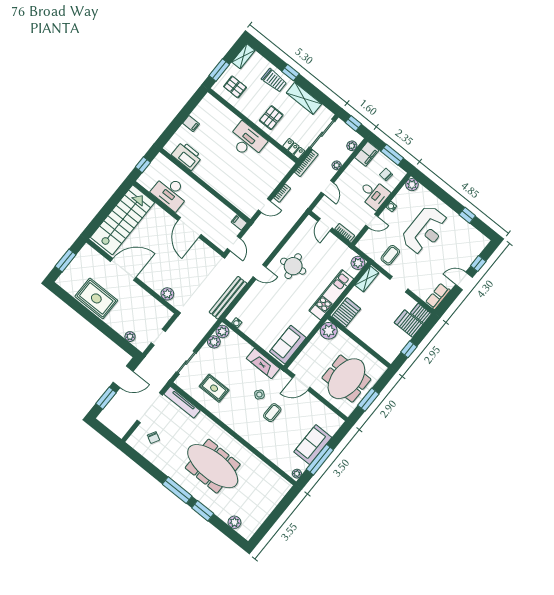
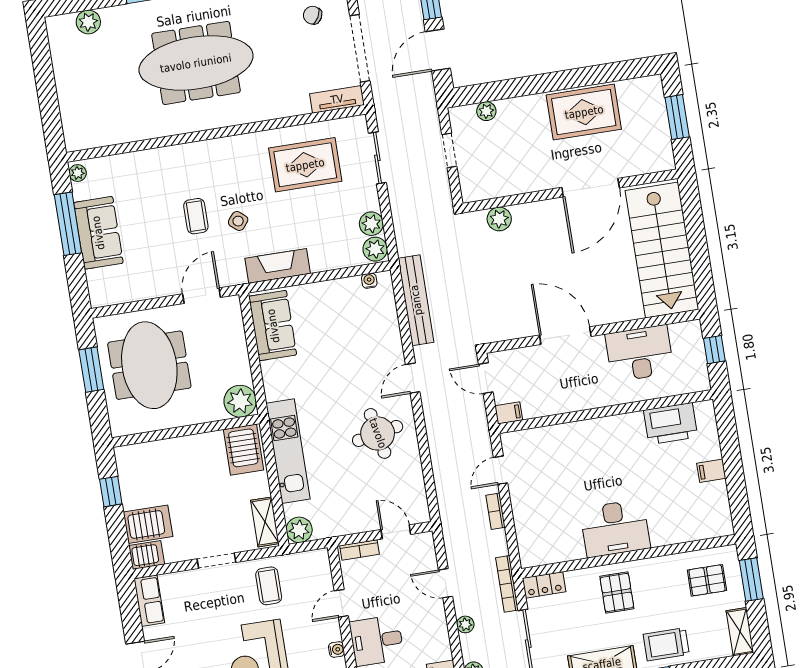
rug: (214, 388) -> (305, 165), width x1.36, depth x1.43
tv unit: (182, 402) -> (337, 99), width x0.71

